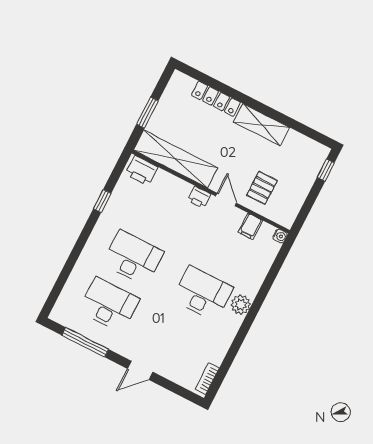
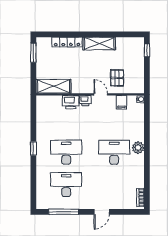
window: (147, 113) -> (33, 53), moved
shelving: (175, 159) -> (54, 86), width x0.68
printer: (142, 171) -> (71, 102), moved
window: (102, 201) -> (33, 149), moved

